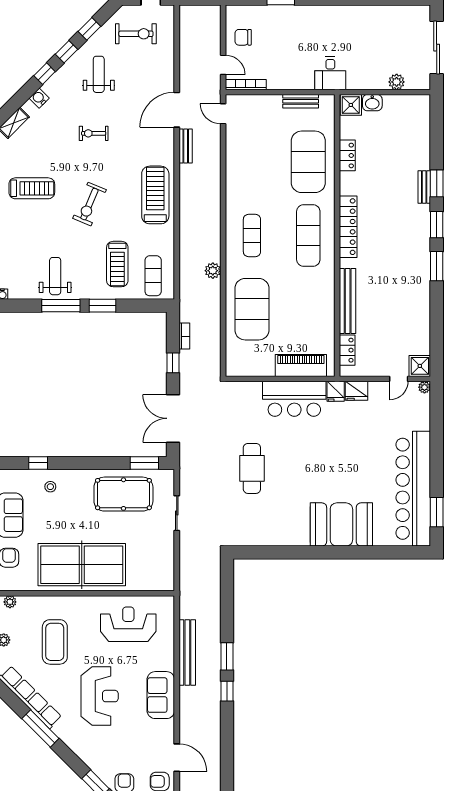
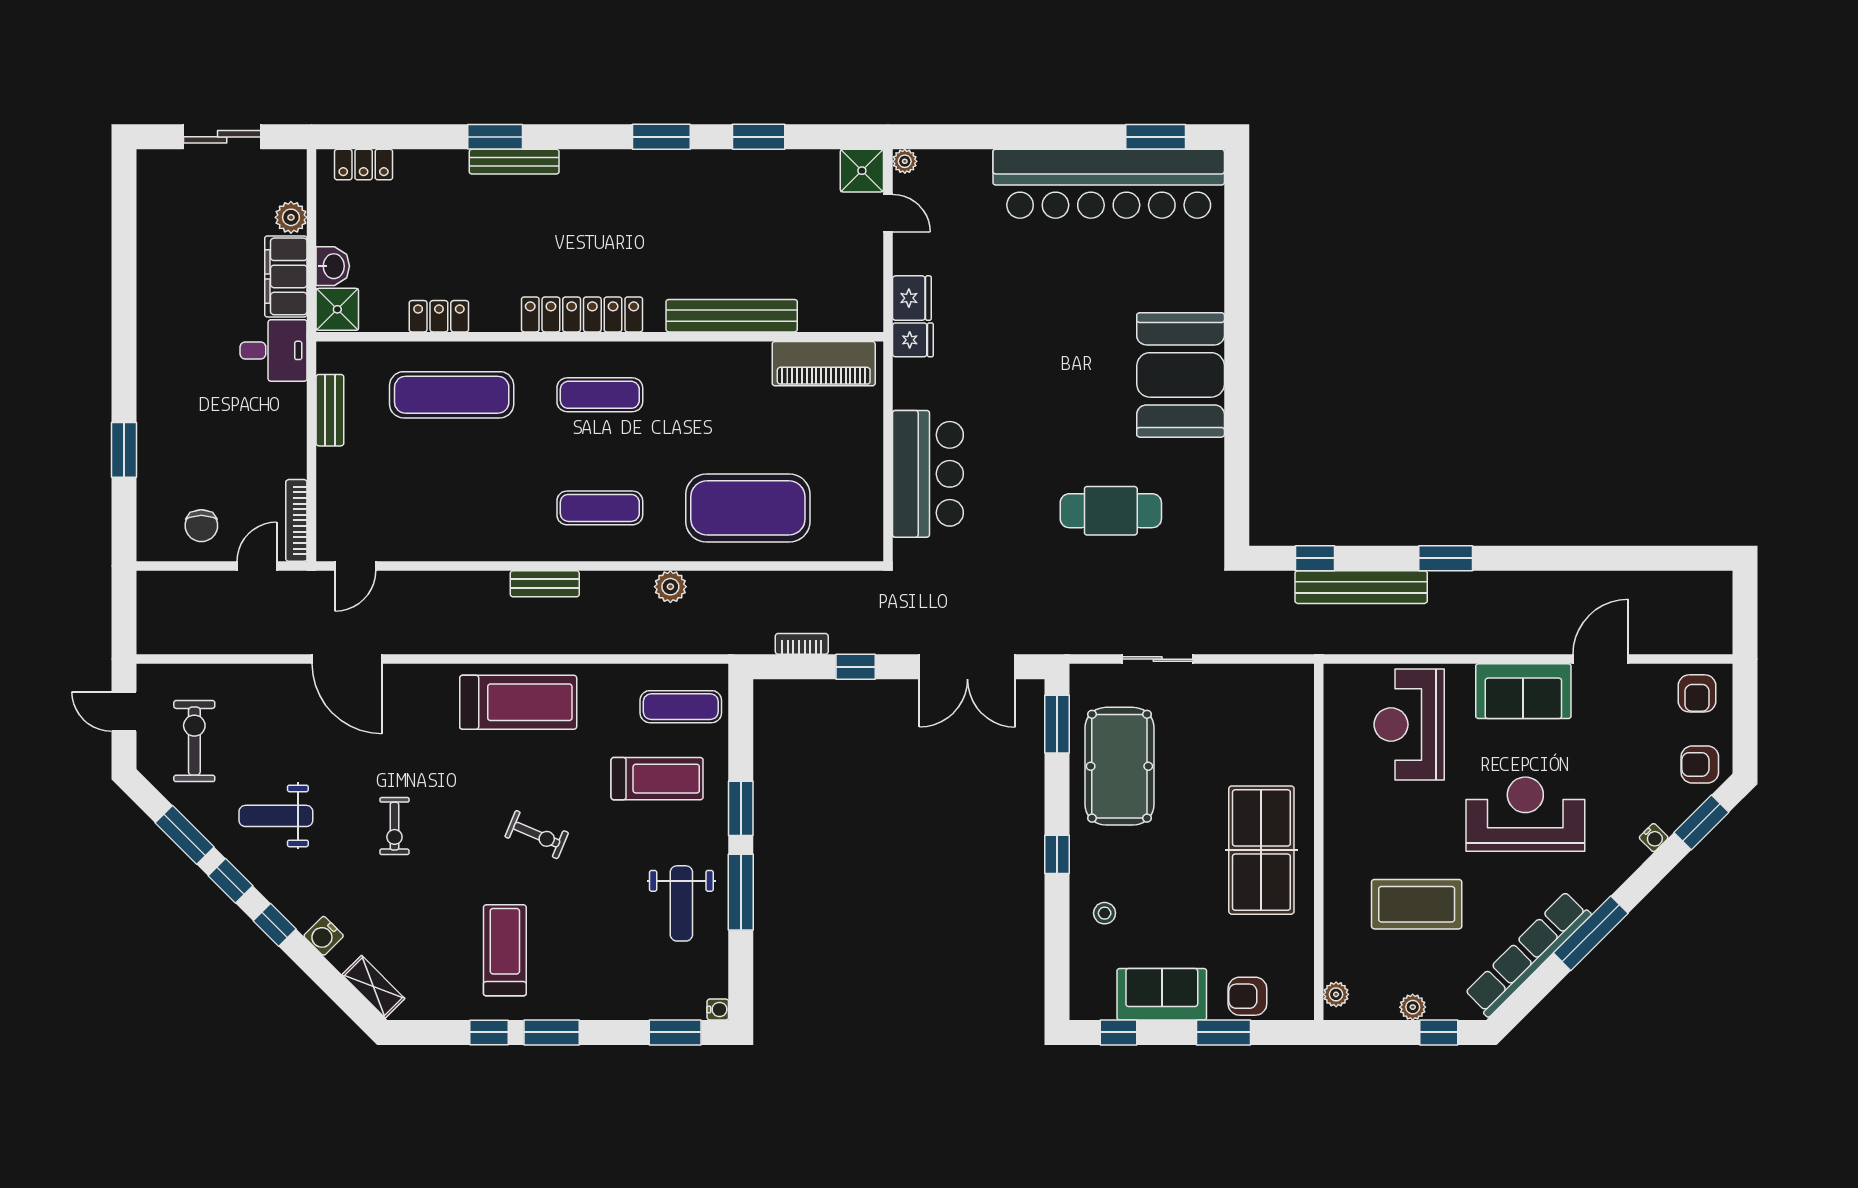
window: (89, 29) -> (185, 835), width x1.50
sliding door: (437, 48) -> (222, 137), width x0.73
filing cabinet: (367, 79) -> (286, 276), added
bench: (186, 146) -> (545, 584), moved
exercise mat: (308, 162) -> (452, 395), width x0.68
bench: (424, 187) -> (514, 162), width x1.36
treadmill: (155, 195) -> (518, 702), turned 180
exercise bike: (89, 204) -> (537, 835), width x0.73, depth x0.72
window: (437, 225) -> (759, 137), moved
exercise mat: (308, 236) -> (600, 395), width x0.73, depth x0.69
weight bench: (55, 276) -> (681, 903), turned -90
locker: (347, 350) -> (364, 165), moved, turned 180
piano: (301, 365) -> (824, 364), moved, turned -90
bar counter: (294, 399) -> (928, 474), moved
window: (38, 463) -> (1057, 854), moved
cafe table: (252, 468) -> (1111, 511), moved
booth: (341, 524) -> (1181, 375), moved
table tennis table: (82, 565) -> (1261, 850), width x0.73, depth x0.76
reception desk: (128, 624) -> (1409, 725), moved
bench: (187, 652) -> (1361, 587), moved
window: (227, 691) -> (1315, 558), moved
door: (177, 758) -> (1601, 659), moved
water cooler: (88, 760) -> (1654, 838), added

